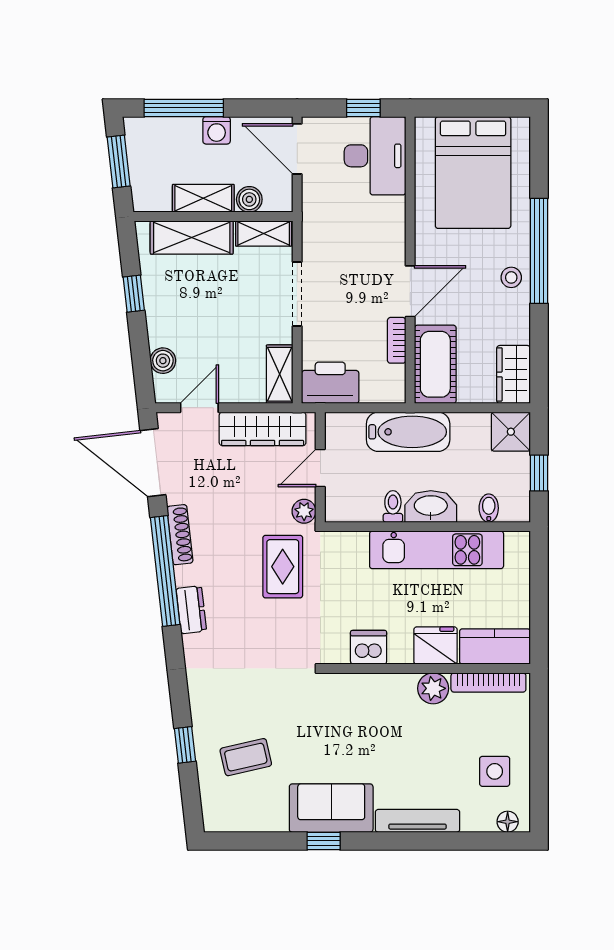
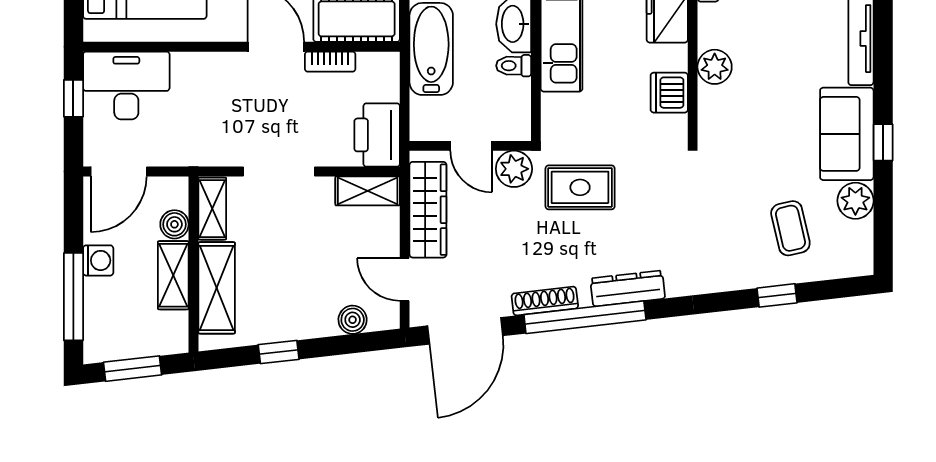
plant: (304, 511) -> (514, 169), width x1.38, depth x1.38
dresser: (191, 610) -> (628, 288), width x1.44
plant: (433, 688) -> (715, 67), moved
plant: (271, 816) -> (855, 201), added

